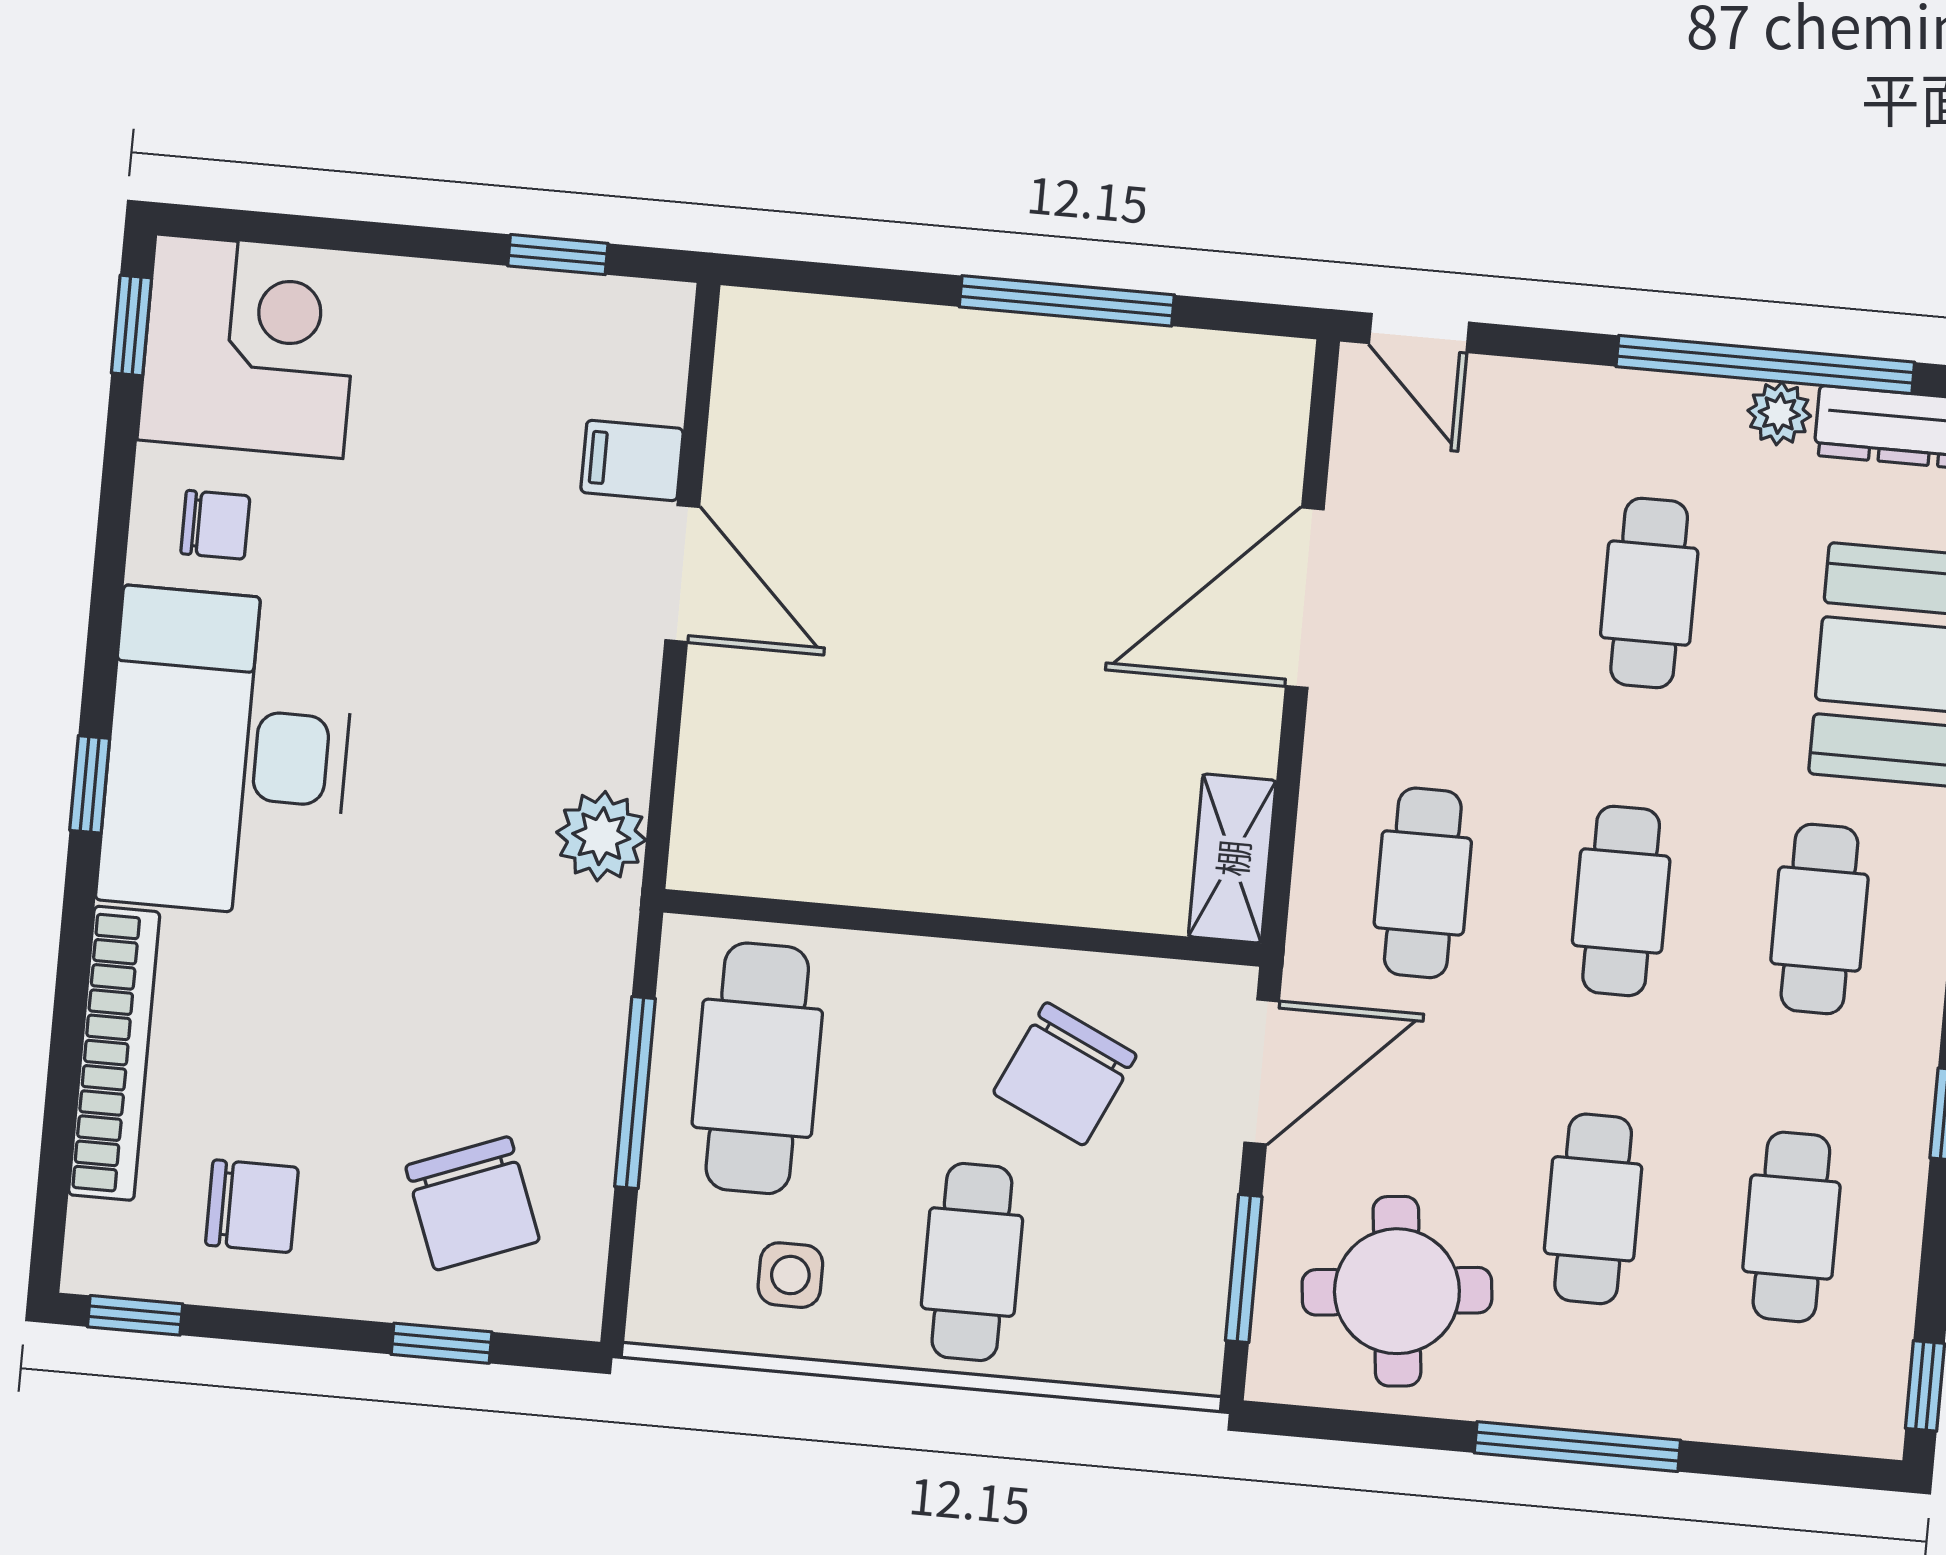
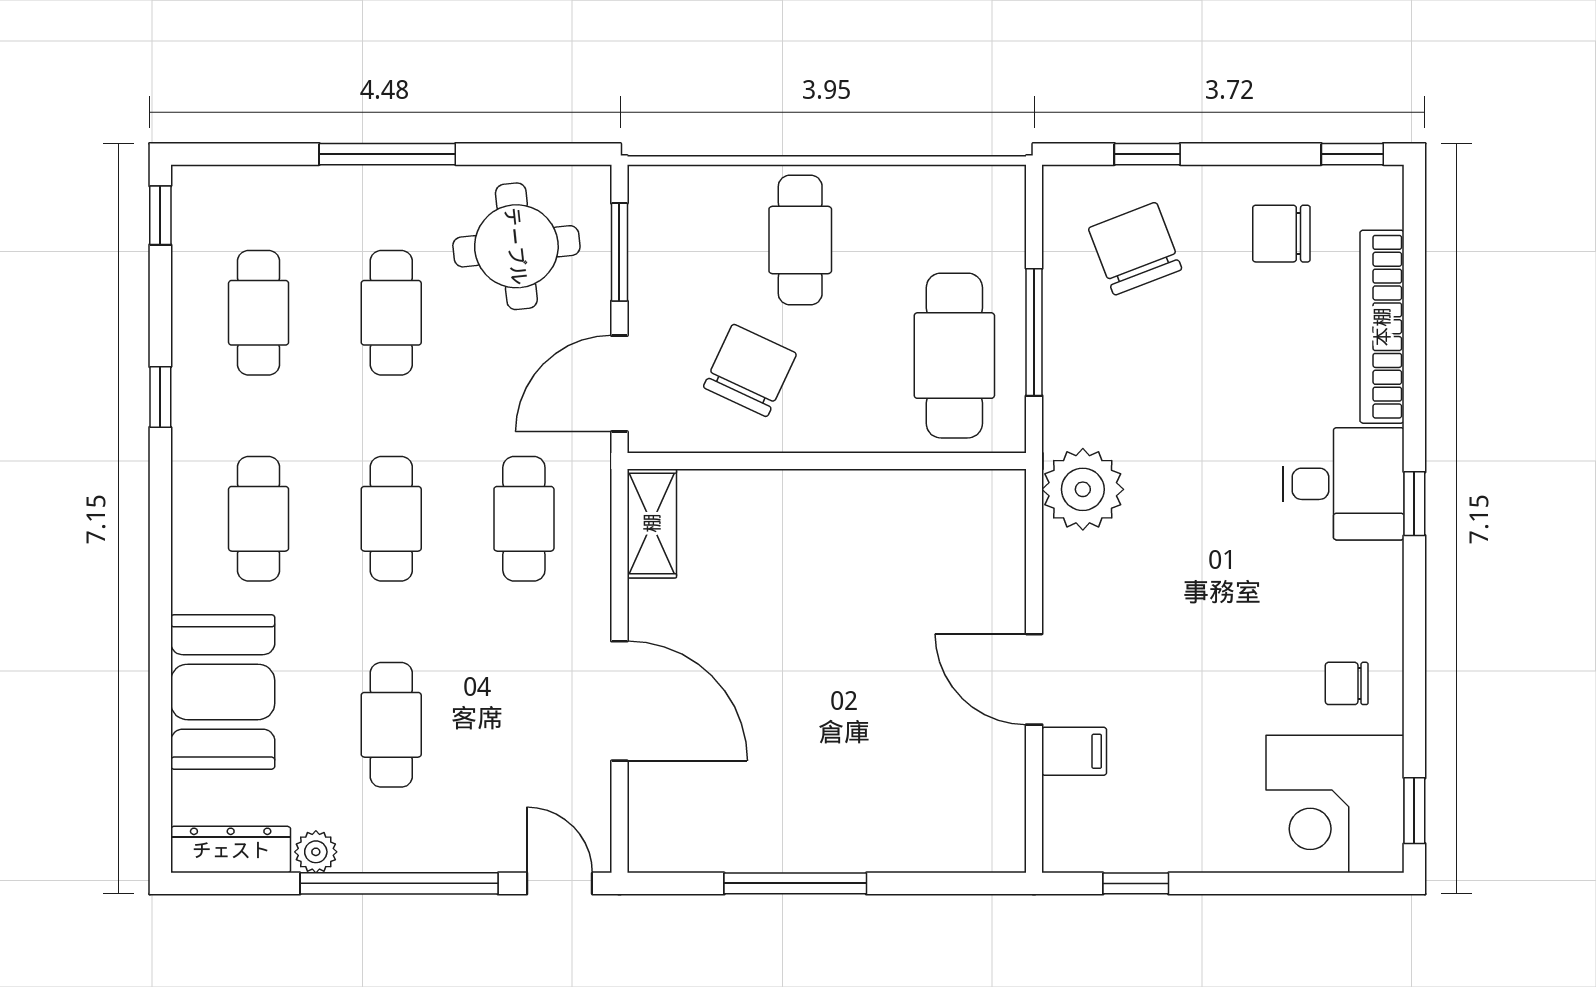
window: (1765, 364) -> (399, 883), moved
door: (1305, 598) -> (619, 701), hinge flipped
desk: (227, 753) -> (1343, 484), width x0.53, depth x0.77
plant: (601, 836) -> (1083, 489), width x1.36, depth x1.36
side table: (790, 1275) -> (920, 220), removed

